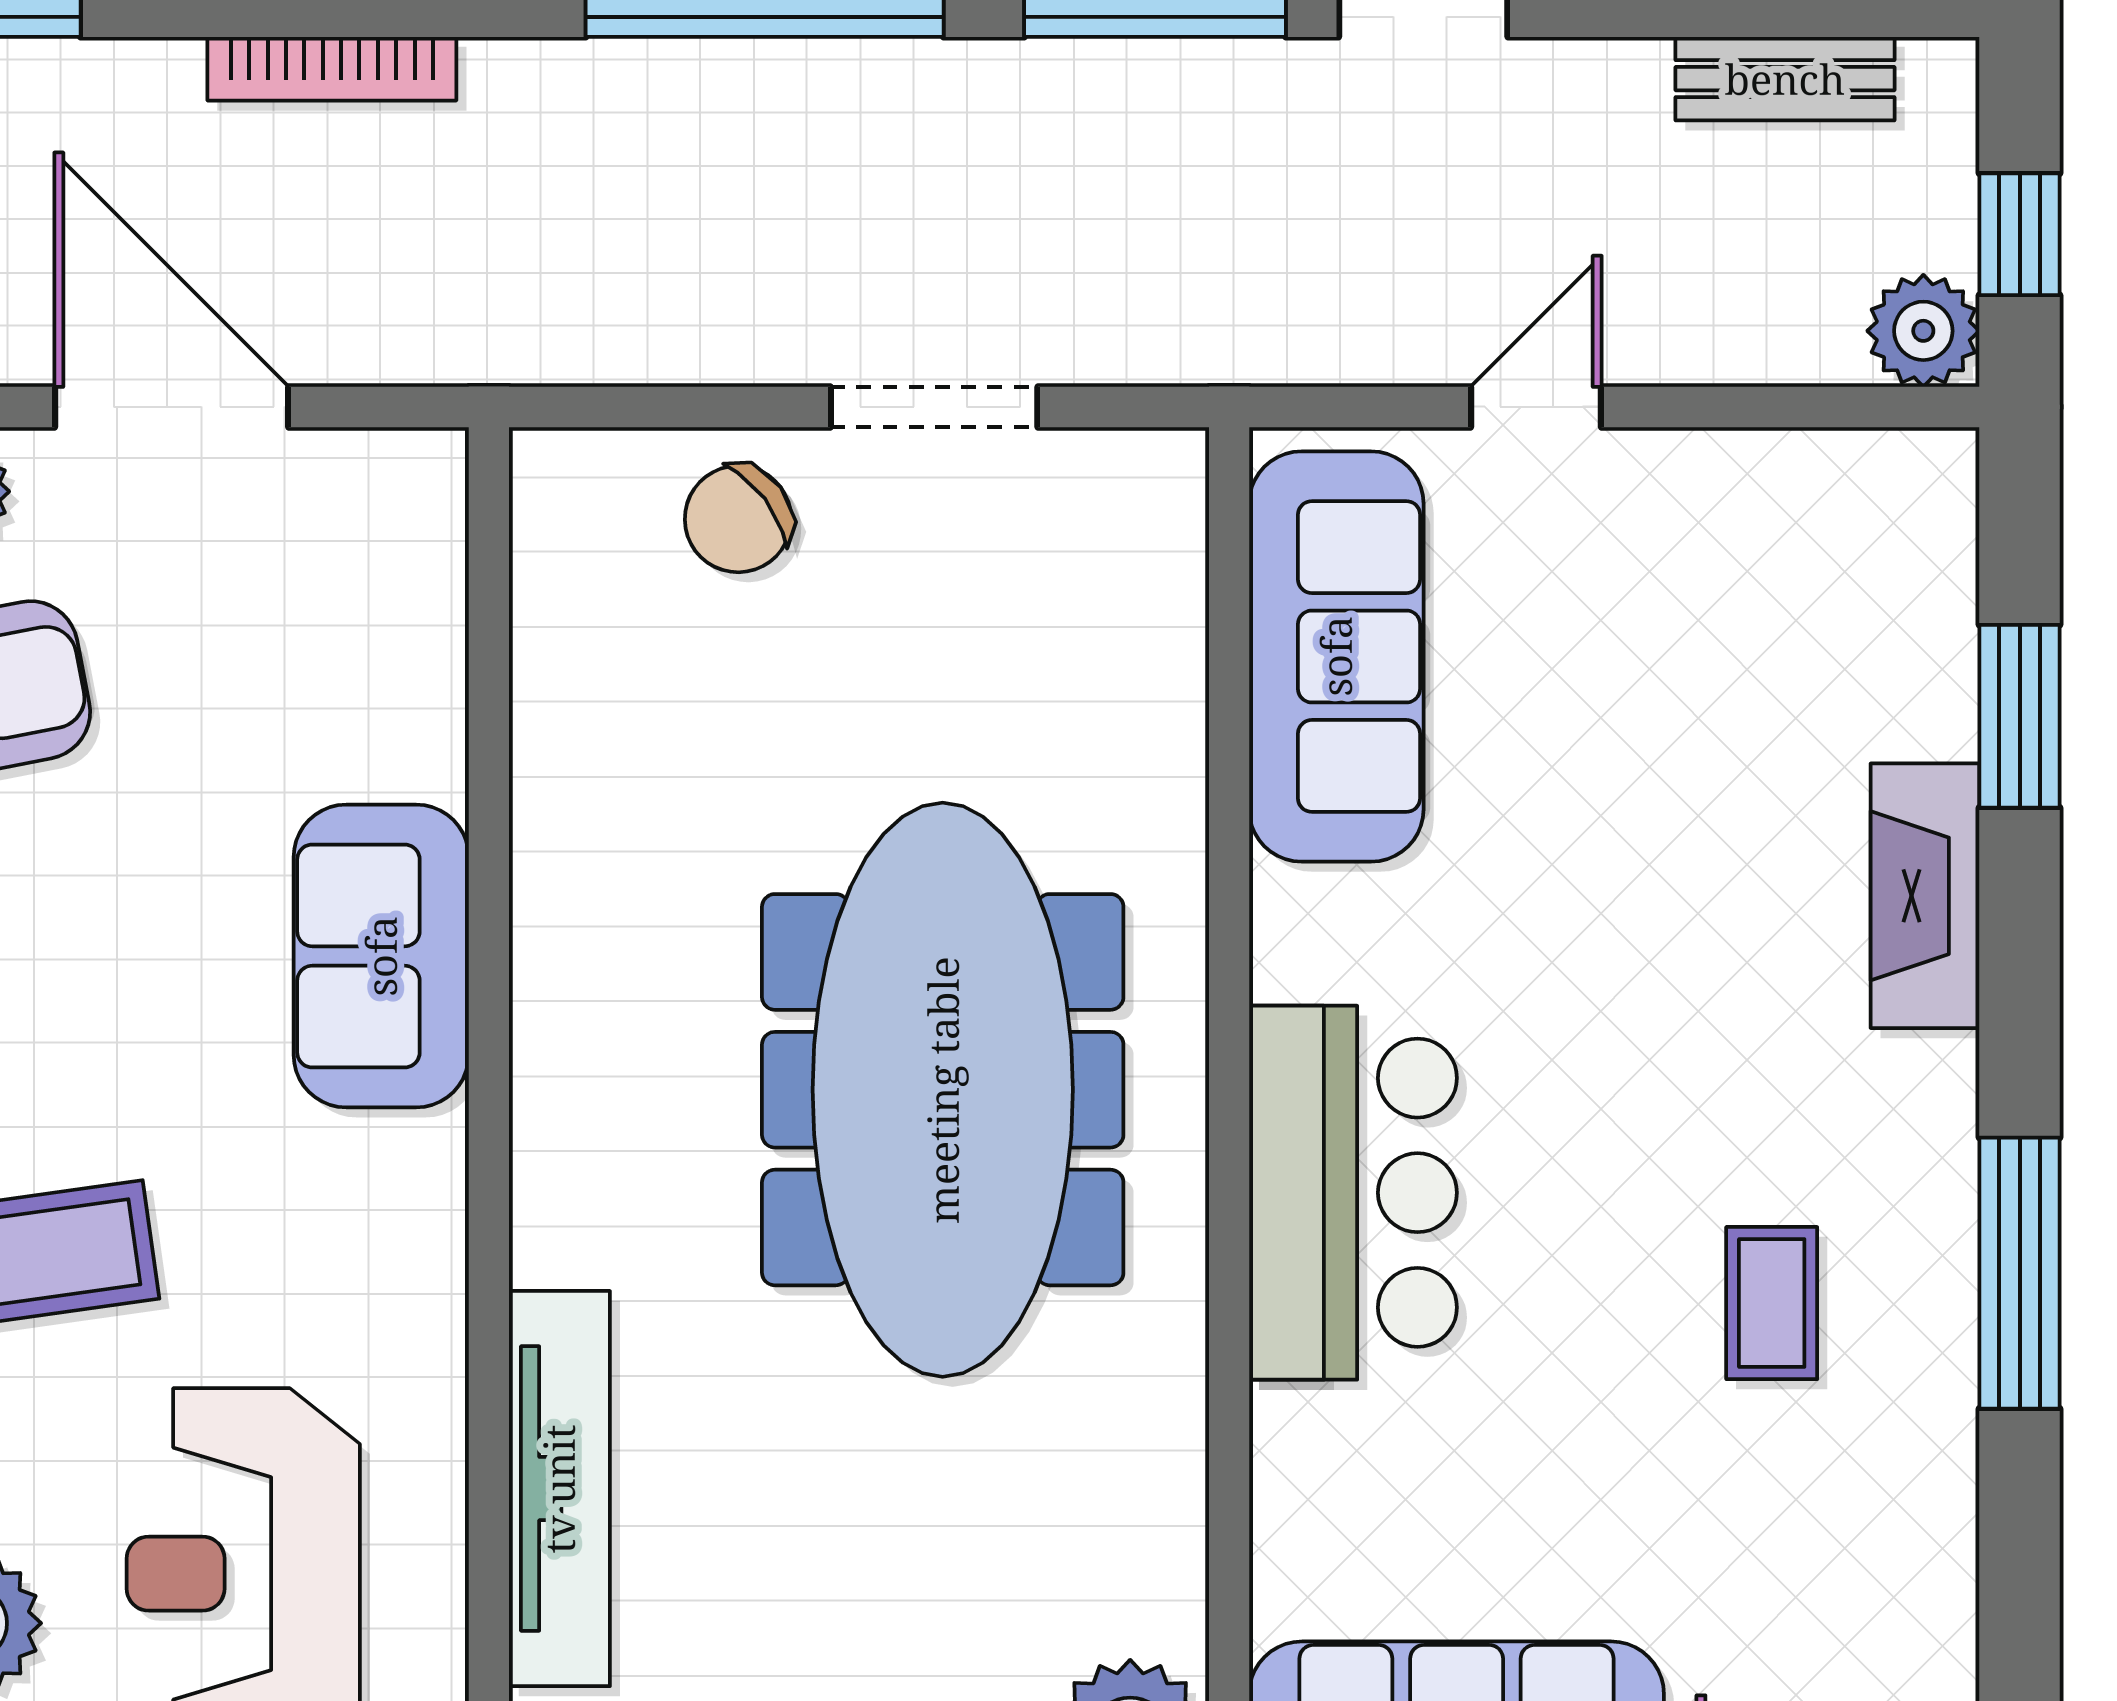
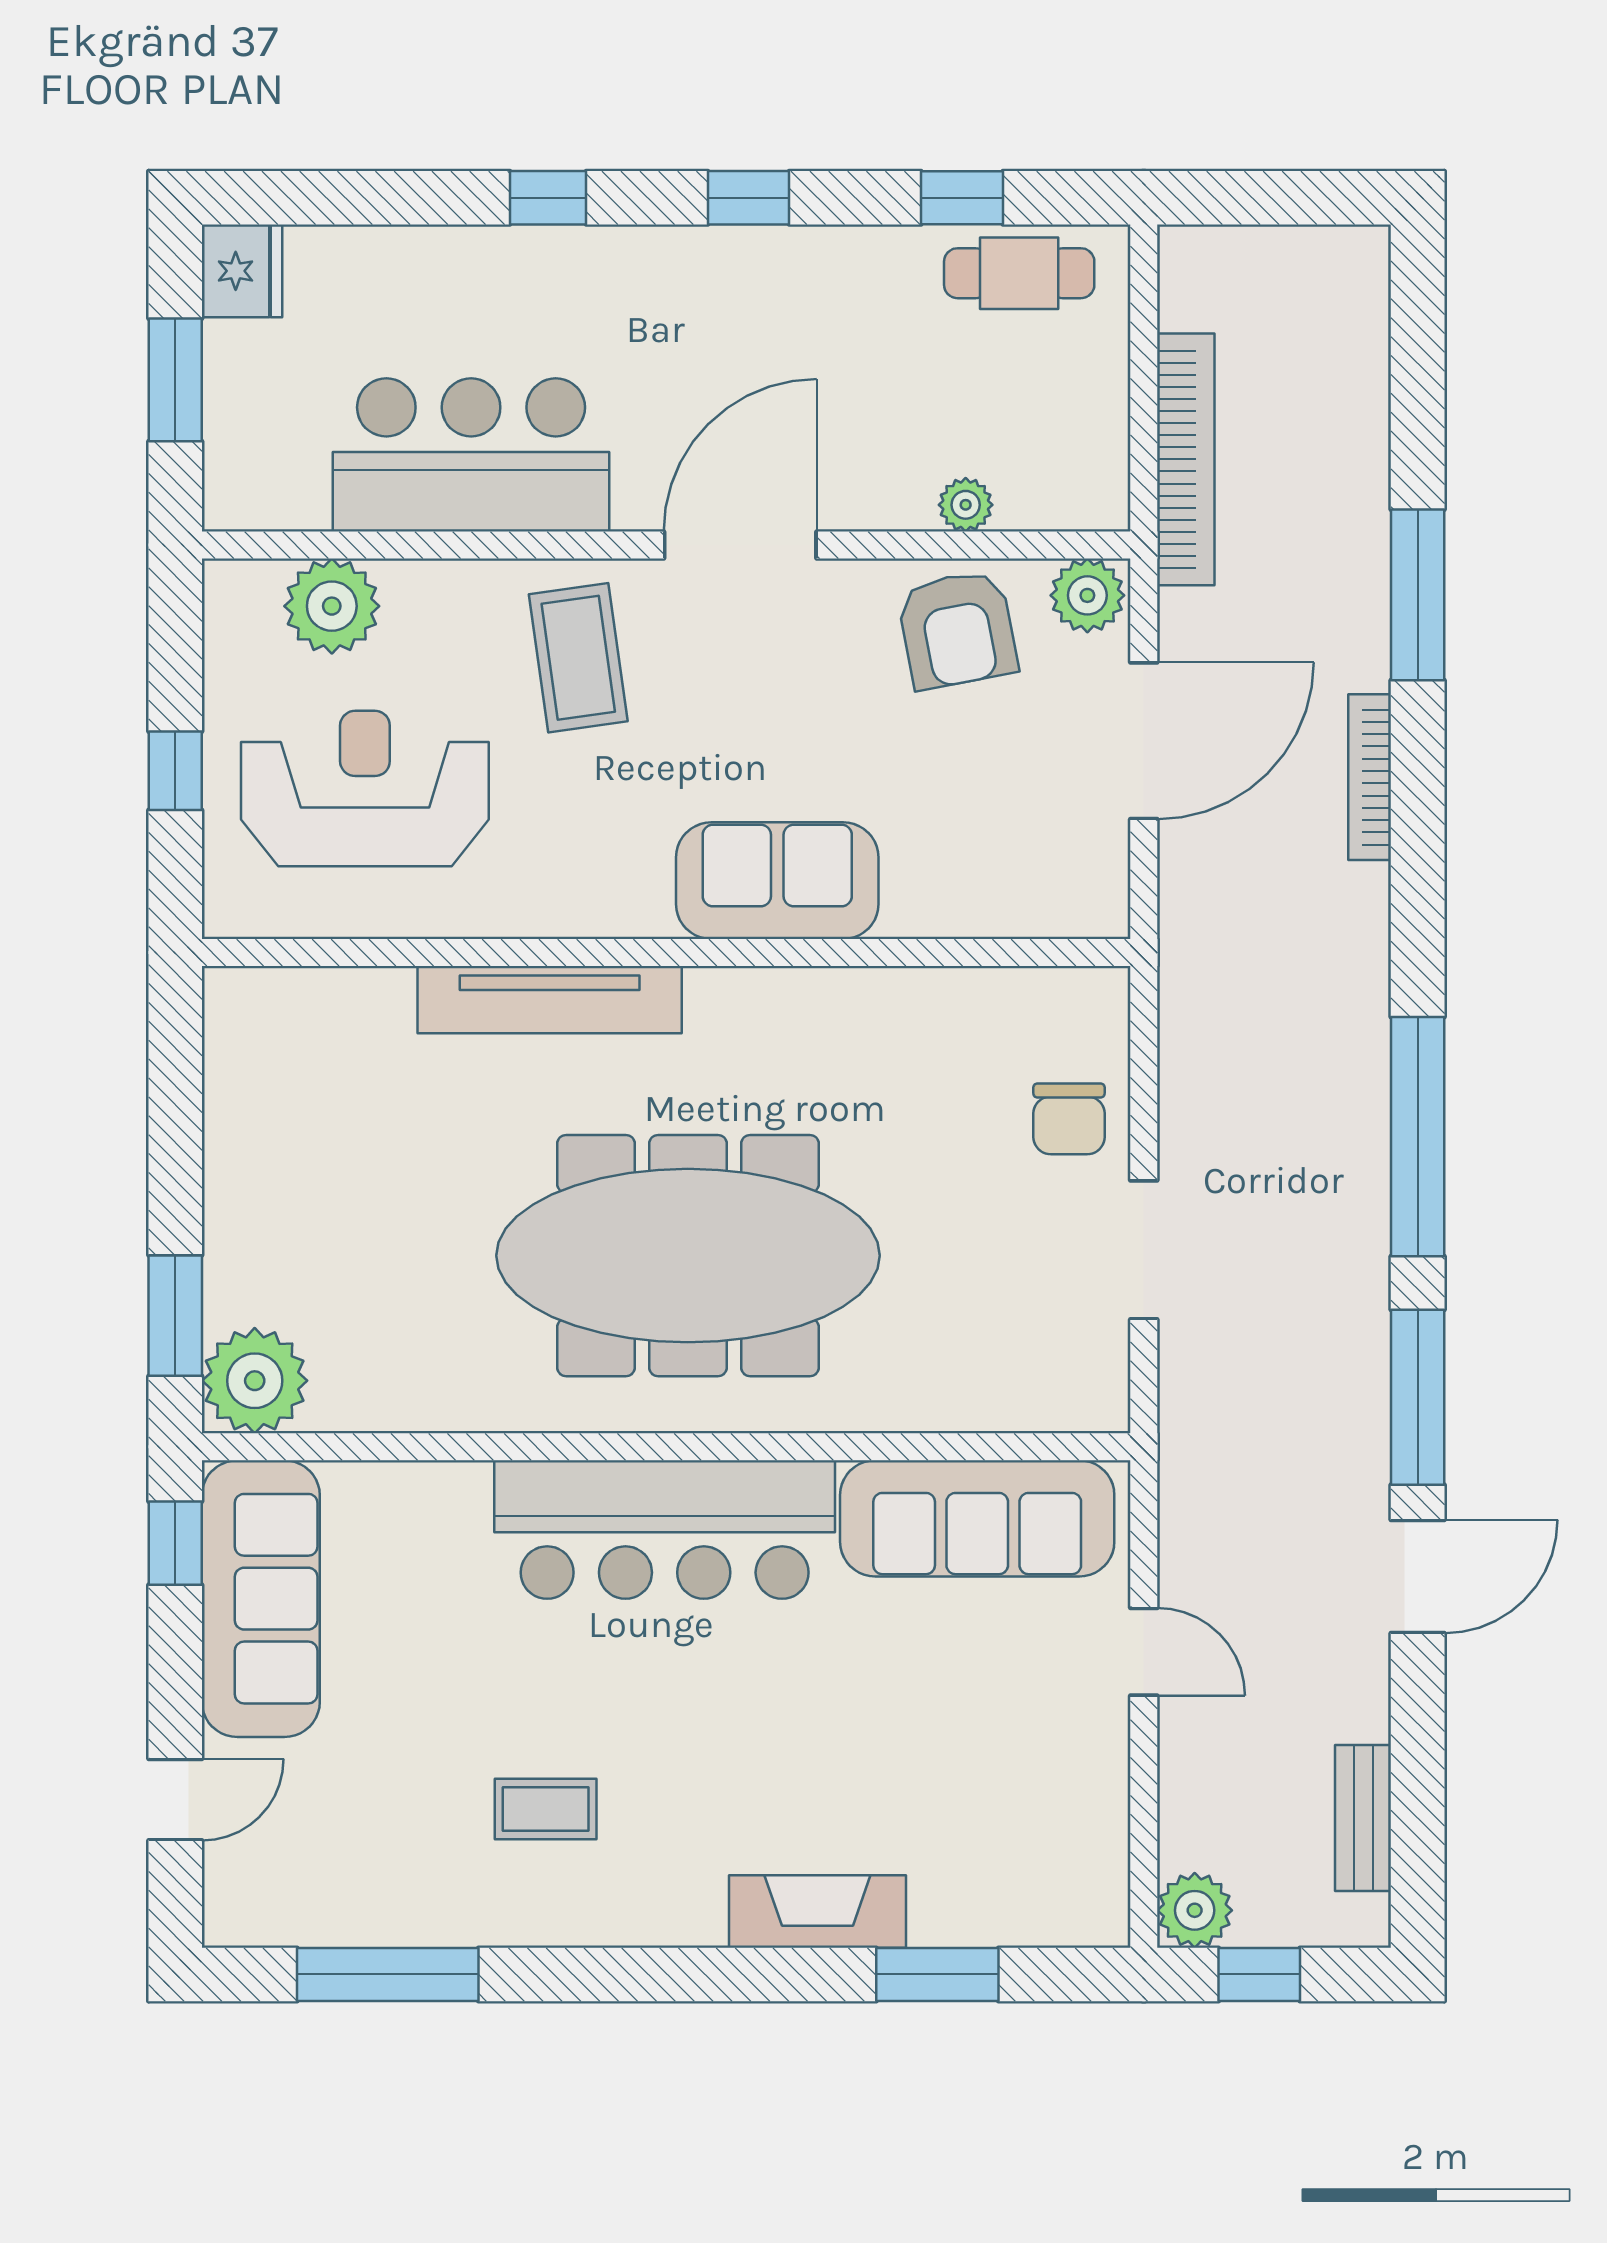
bookcase: (332, 69) -> (1370, 777), moved
chair: (738, 519) -> (1069, 1119), turned -143
bar counter: (1353, 1193) -> (665, 1530), width x1.36
window: (2020, 1273) -> (388, 1974), moved
tv unit: (559, 1489) -> (550, 1000), moved

